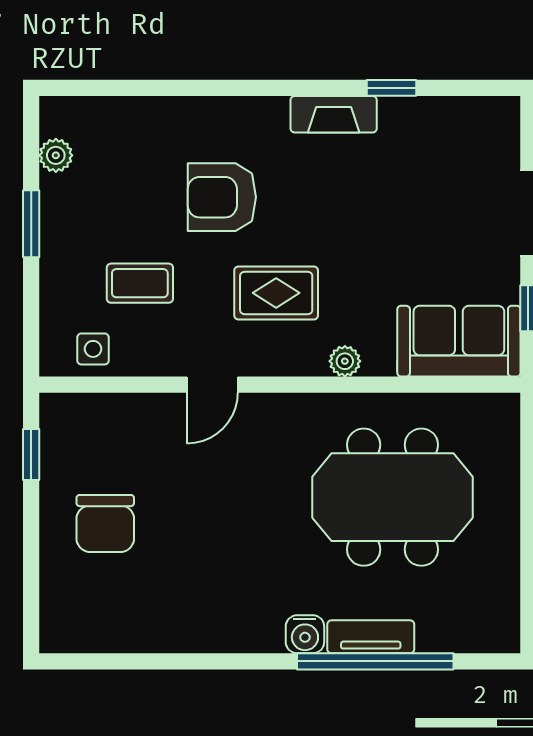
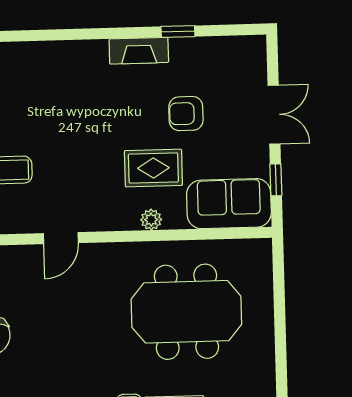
armchair: (222, 197) -> (186, 114), moved, width x0.72, depth x0.72
rug: (276, 293) -> (153, 168), moved

